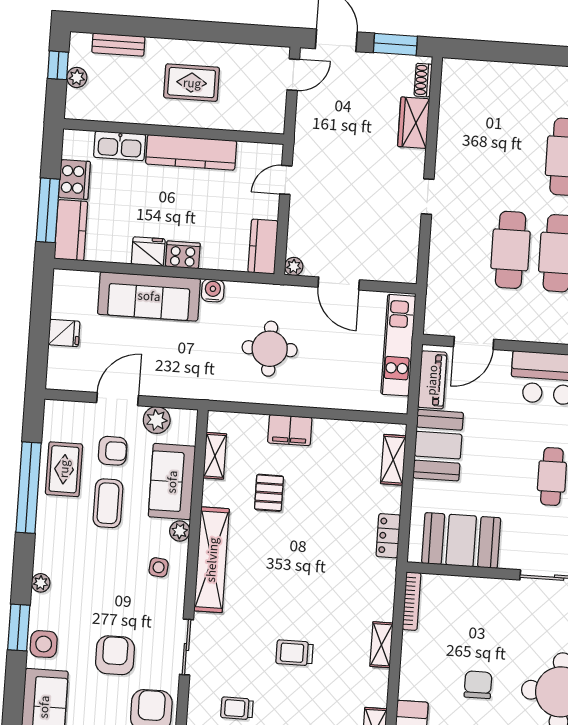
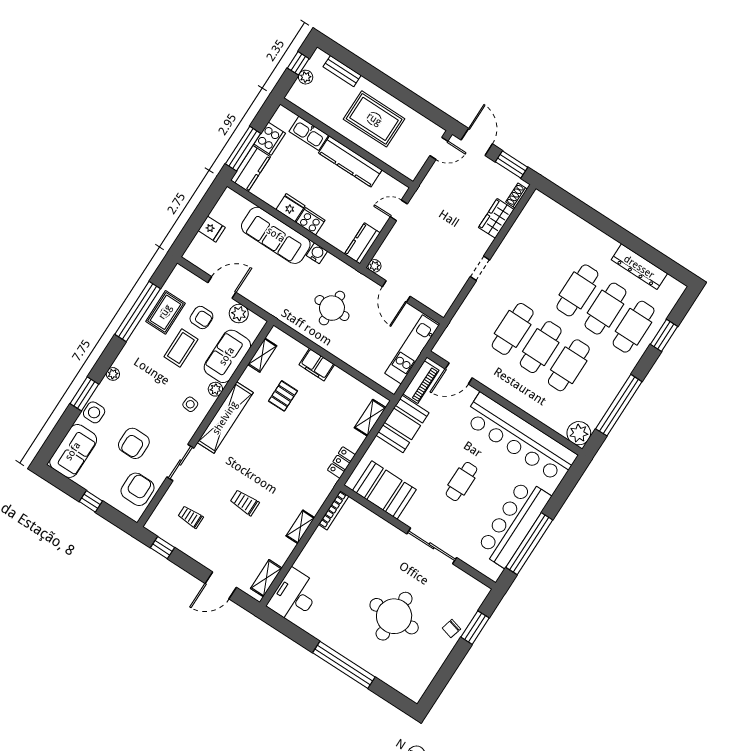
rug: (192, 83) -> (374, 119), width x1.36, depth x1.43
armchair: (115, 655) -> (134, 443), turned 180
chair: (478, 685) -> (346, 584), removed

